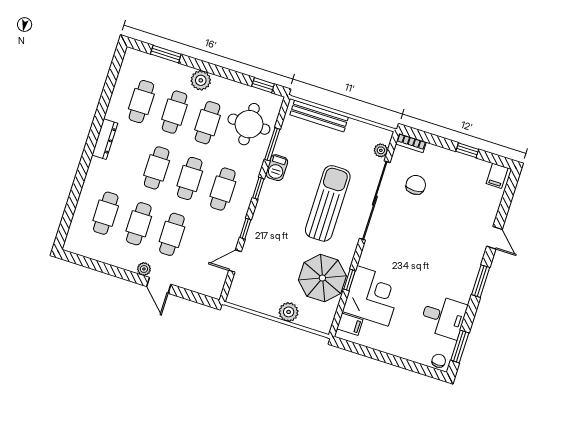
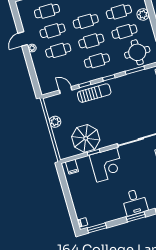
barbecue: (277, 168) -> (125, 80), removed
sun lounger: (328, 203) -> (94, 93), moved, width x0.73, depth x0.75
door: (159, 285) -> (23, 39), moved
corner desk: (373, 296) -> (107, 165), moved
plant: (289, 312) -> (55, 122), moved
desk: (444, 317) -> (135, 202), moved

